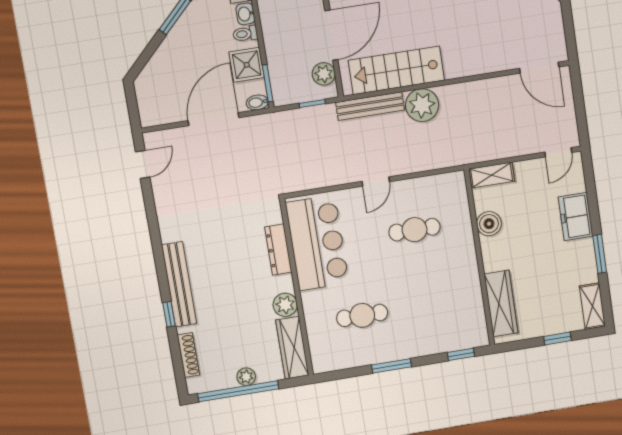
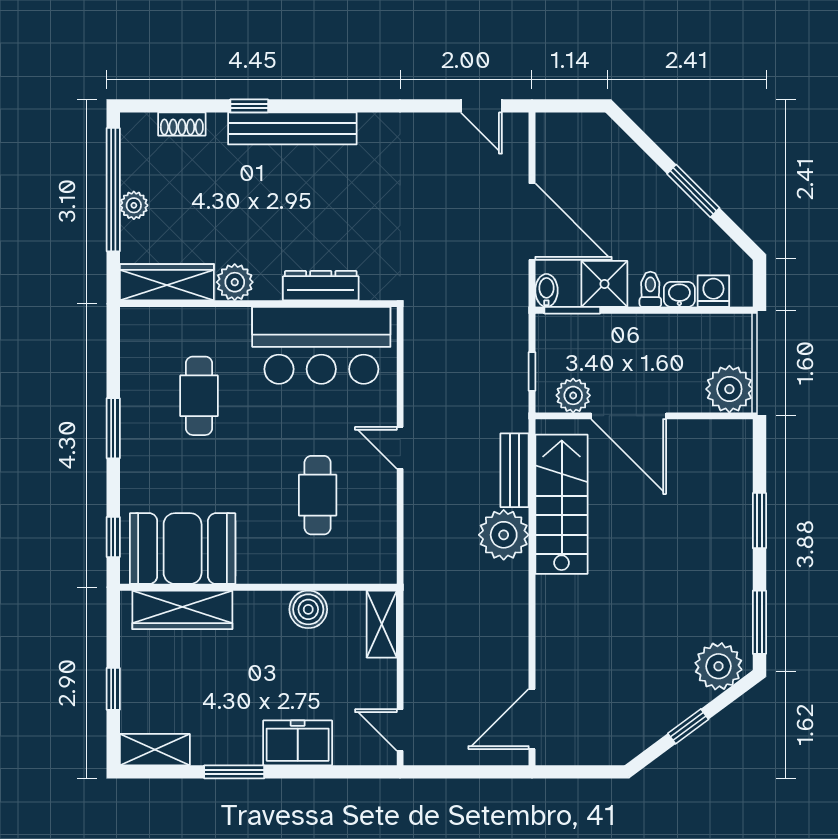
bench: (370, 106) -> (515, 470), width x0.73
booth: (462, 310) -> (183, 549), added
shoe rack: (188, 355) -> (182, 124), width x0.70

